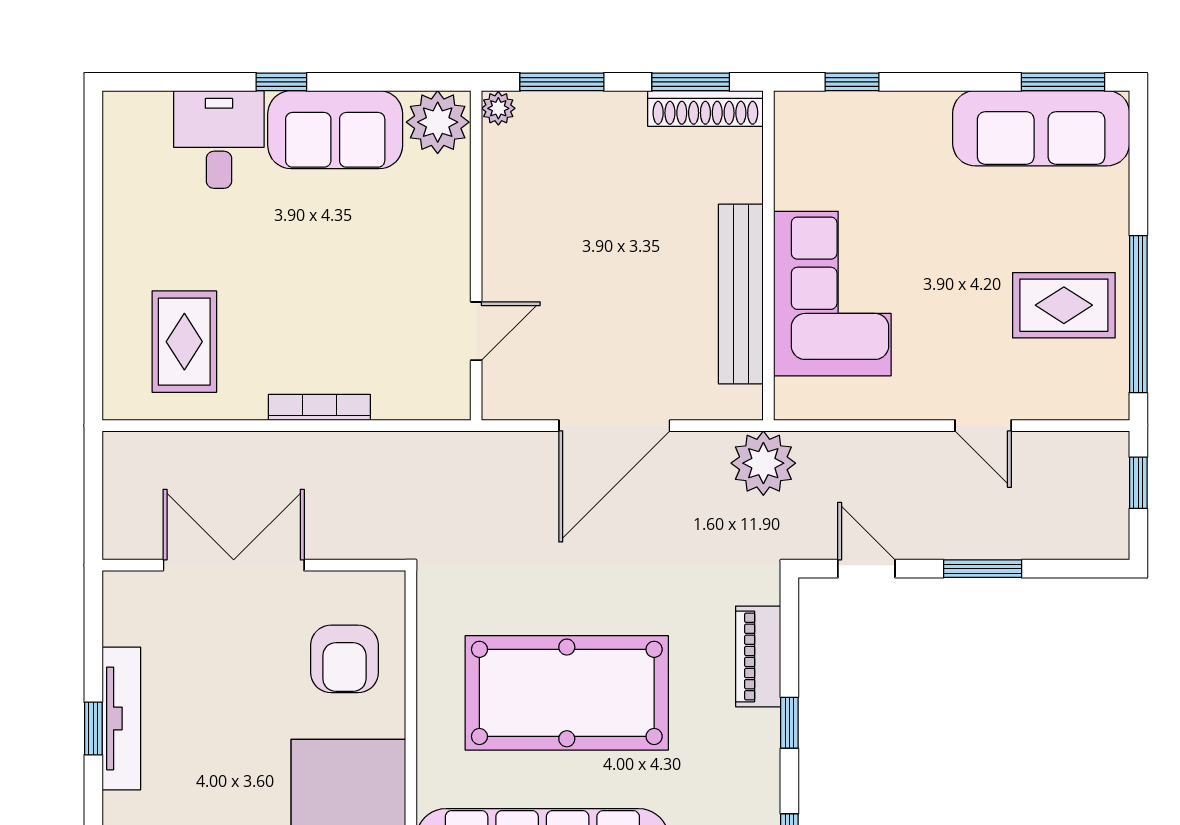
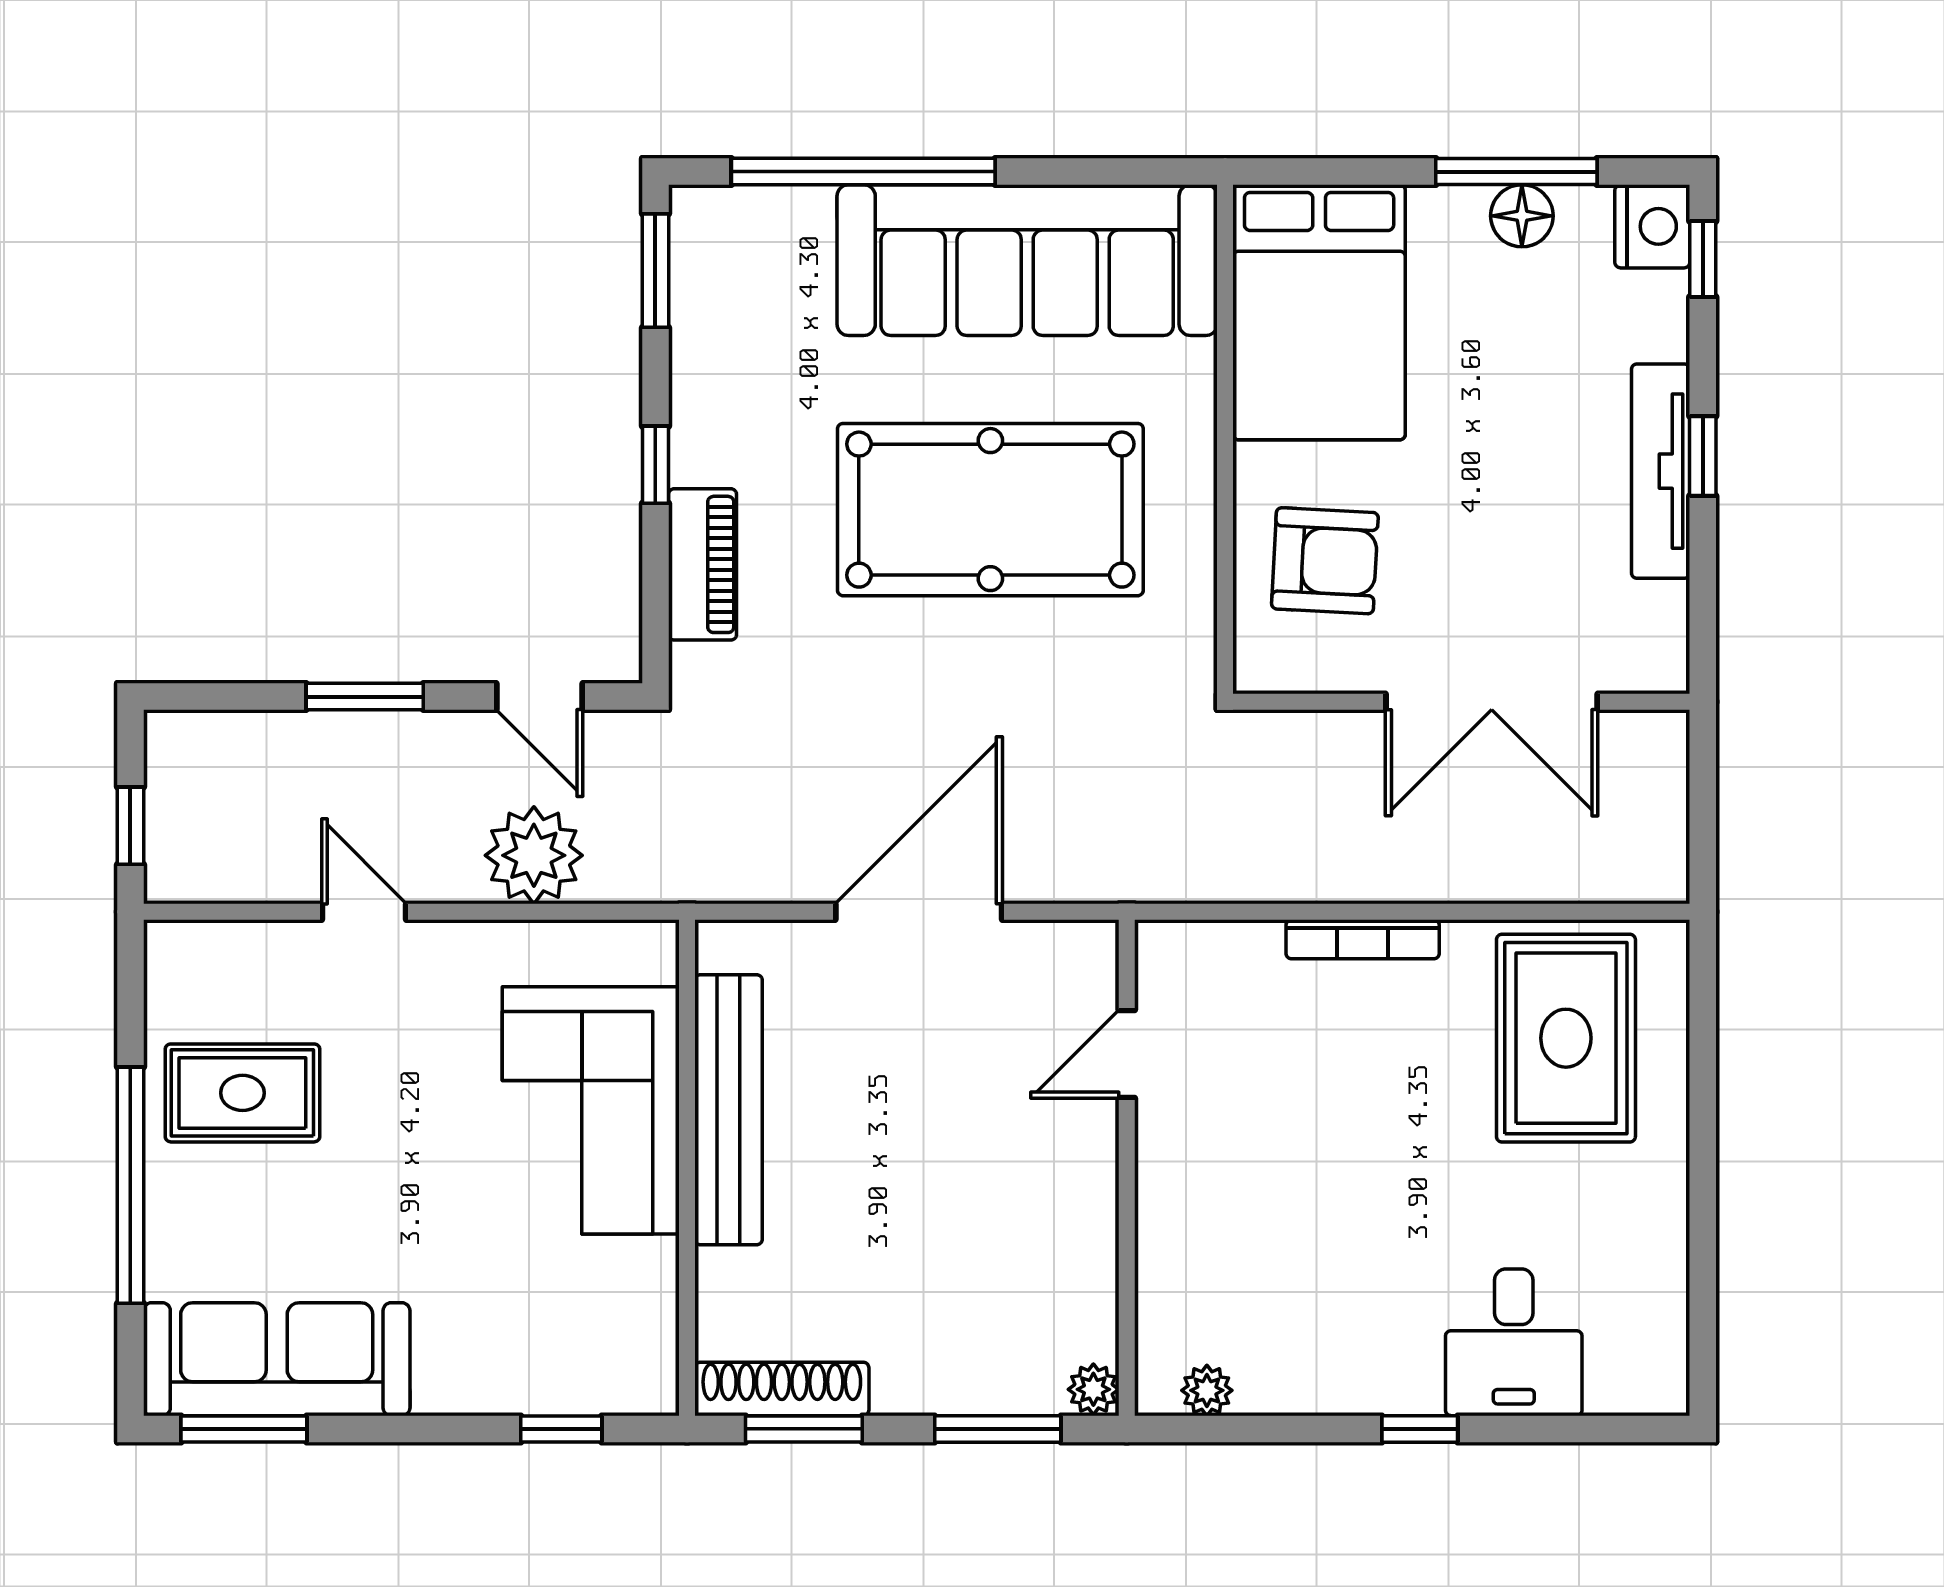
plant: (438, 122) -> (1207, 1390), width x0.53, depth x0.53
sofa: (335, 130) -> (1339, 1357), removed
window: (1138, 314) -> (130, 1185), moved
rug: (184, 342) -> (1566, 1038), width x1.36, depth x1.43
plant: (763, 463) -> (534, 855), moved
armchair: (344, 659) -> (1325, 561), turned 93

